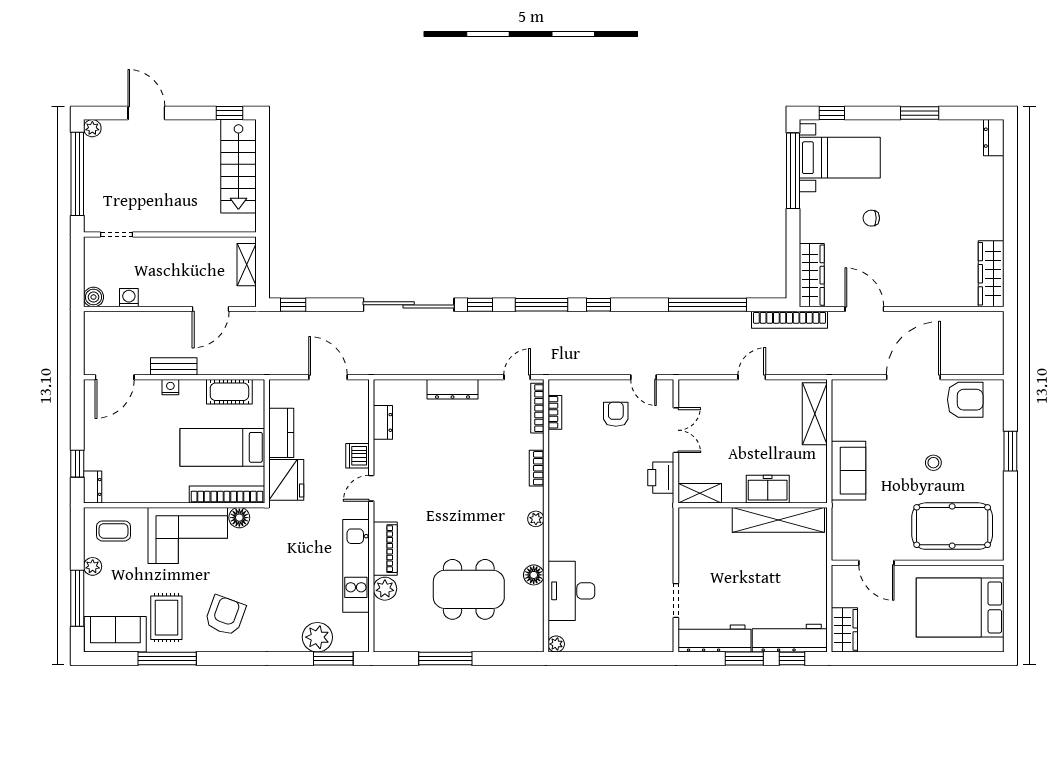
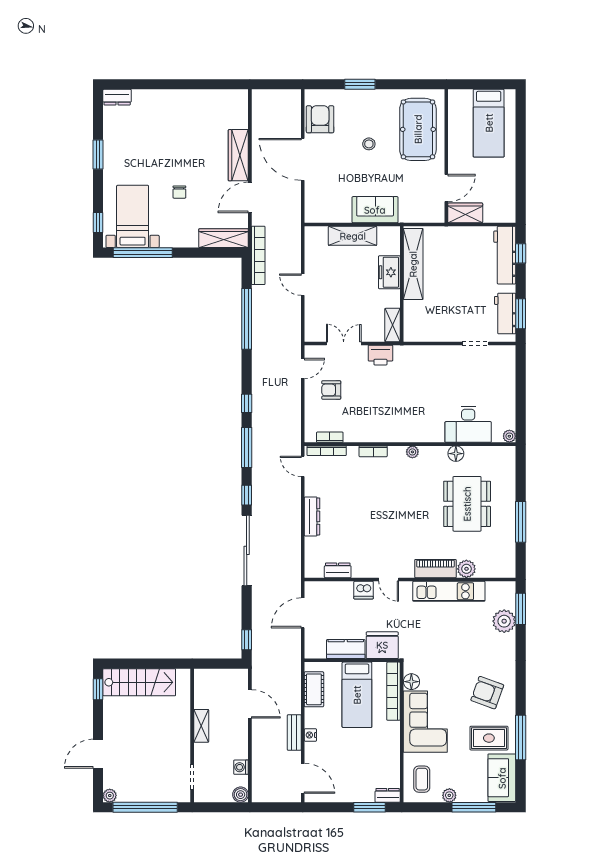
shelving: (247, 265) -> (201, 726), moved, turned 90
wardrobe: (991, 274) -> (238, 155), moved, turned 90
shelving: (815, 414) -> (353, 236), moved
window: (77, 464) -> (370, 807), width x1.50
bed: (960, 607) -> (489, 123), width x0.67
wardrobe: (844, 630) -> (465, 213), moved
workbench: (714, 639) -> (505, 314), width x0.73
window: (744, 659) -> (521, 314), moved

